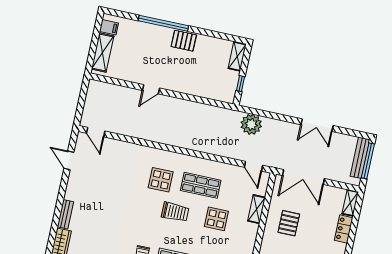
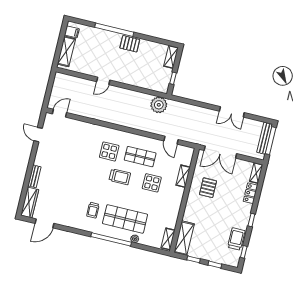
plant: (251, 124) -> (159, 105), moved
door: (96, 132) -> (60, 113), swing flipped
door: (253, 166) -> (171, 140), moved

